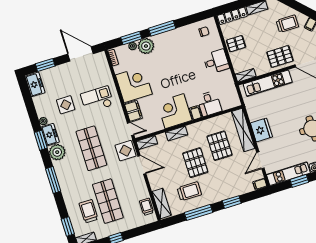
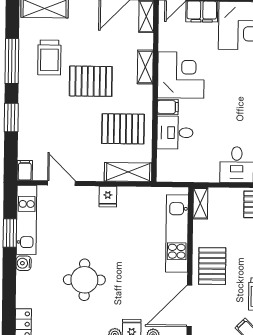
shelving: (243, 130) -> (128, 172), width x0.68
fridge: (261, 130) -> (108, 197), width x0.53, depth x0.75
pallet: (219, 146) -> (123, 129), moved

